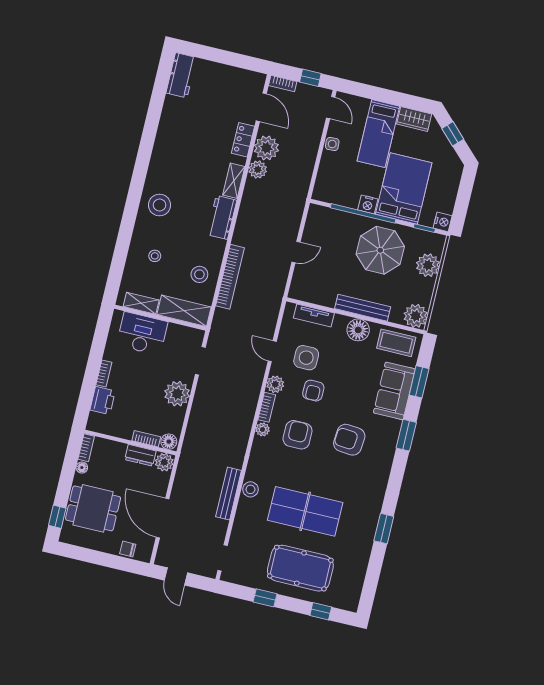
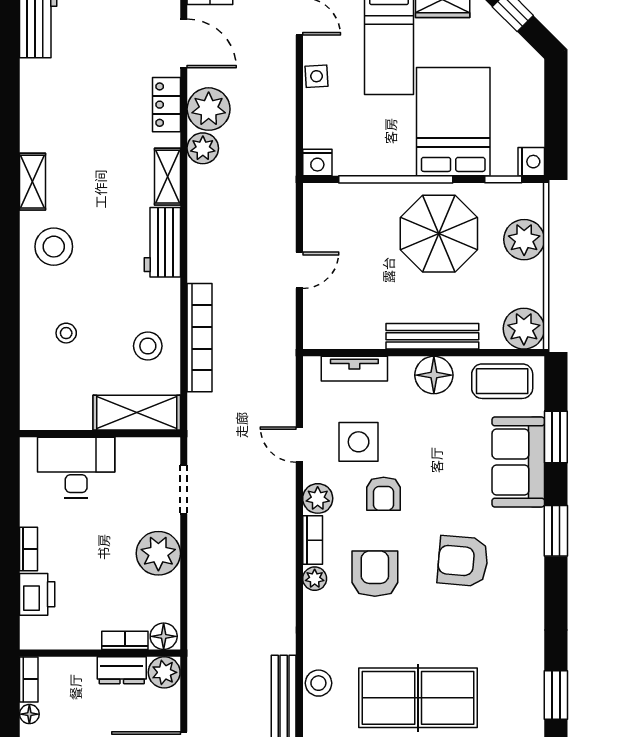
nightstand: (368, 204) -> (317, 162), moved
shelving: (141, 303) -> (33, 182), moved, turned 90

